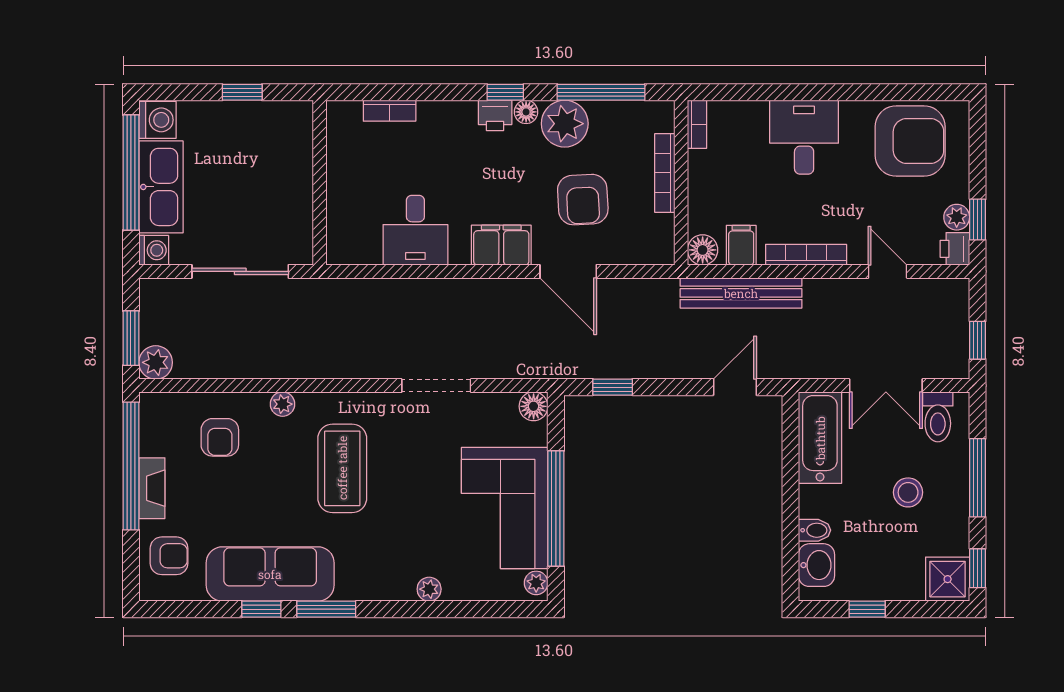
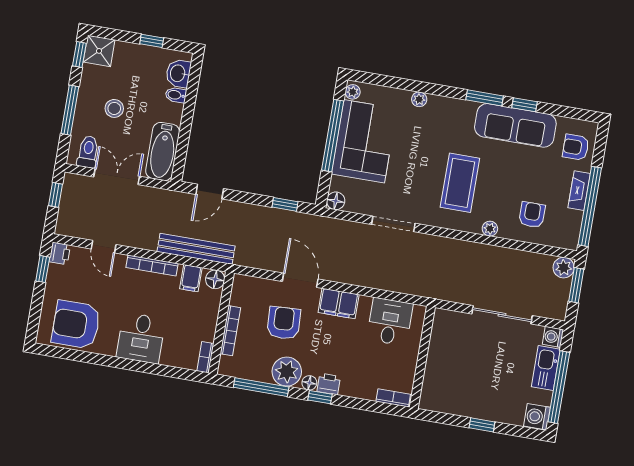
wall: (320, 183) -> (422, 357), moved
kitchen sink: (161, 187) -> (546, 368), width x0.73, depth x0.81
plant: (957, 217) -> (55, 273), removed

